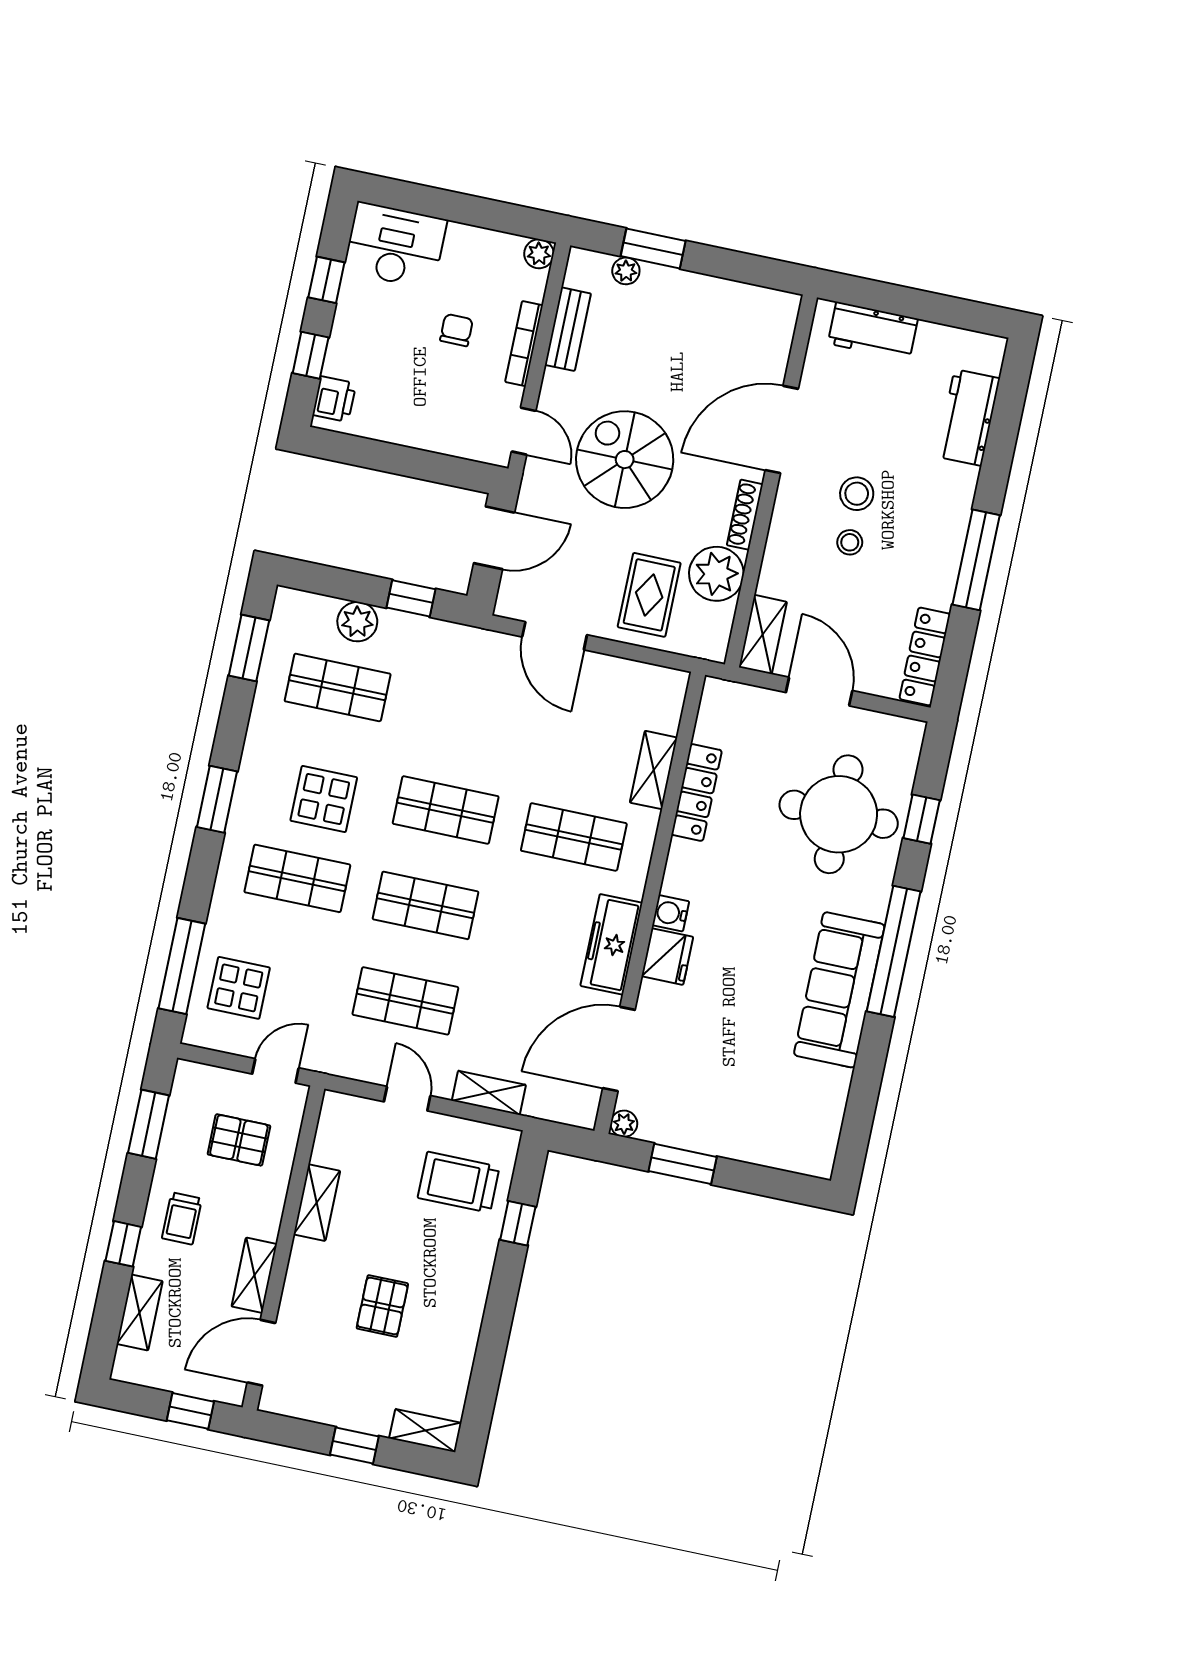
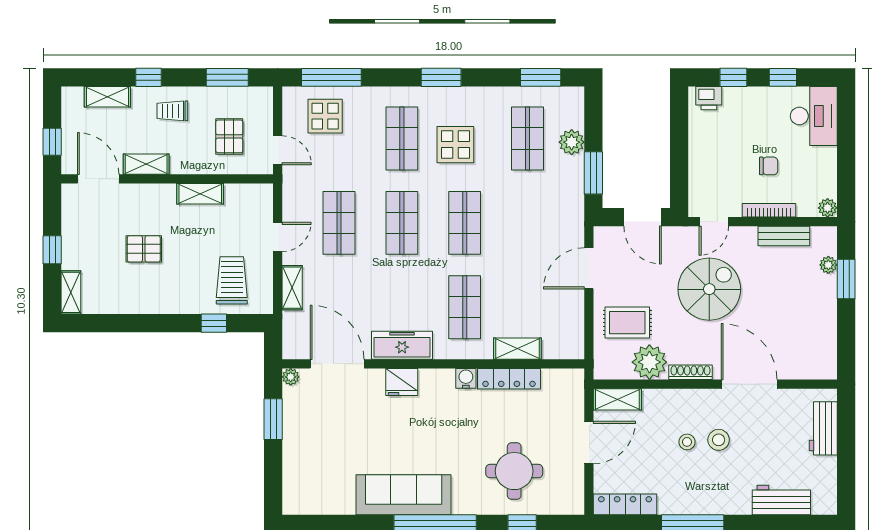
window: (411, 598) -> (593, 173), width x1.50
round table: (839, 814) -> (514, 471), width x0.73, depth x0.73
water cooler: (671, 913) -> (466, 378), moved

